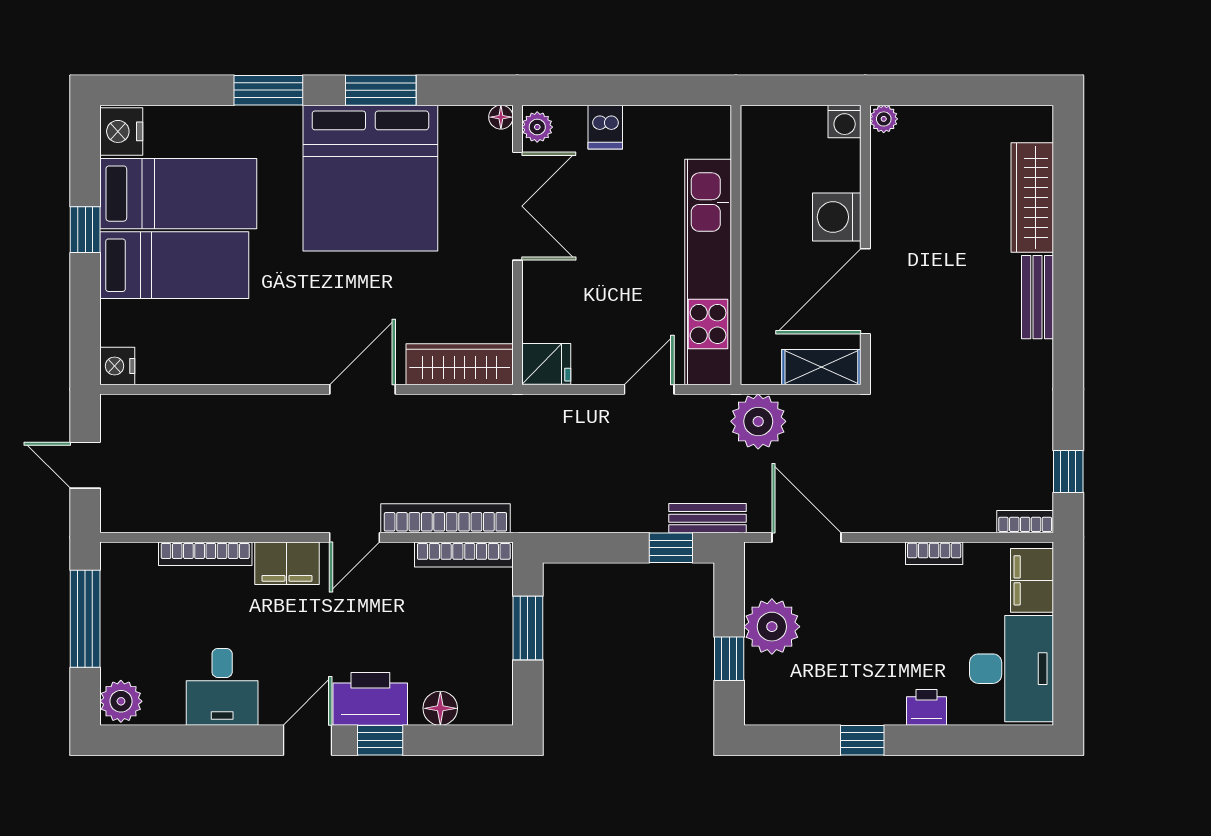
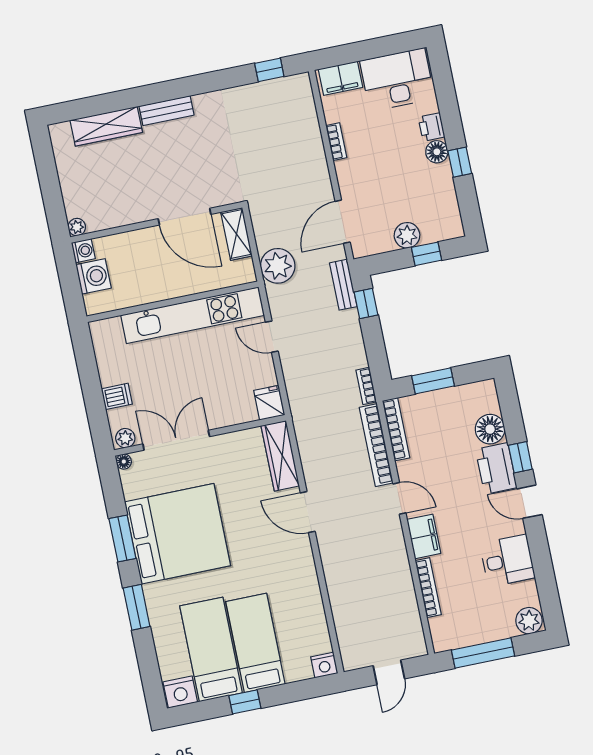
washing machine: (837, 217) -> (93, 276), moved, turned -90
bookcase: (1025, 522) -> (366, 386), moved
plant: (772, 627) -> (407, 235), width x0.73, depth x0.73
floor lamp: (440, 708) -> (490, 429), width x1.38, depth x1.38
floor lamp: (886, 708) -> (437, 152), added

